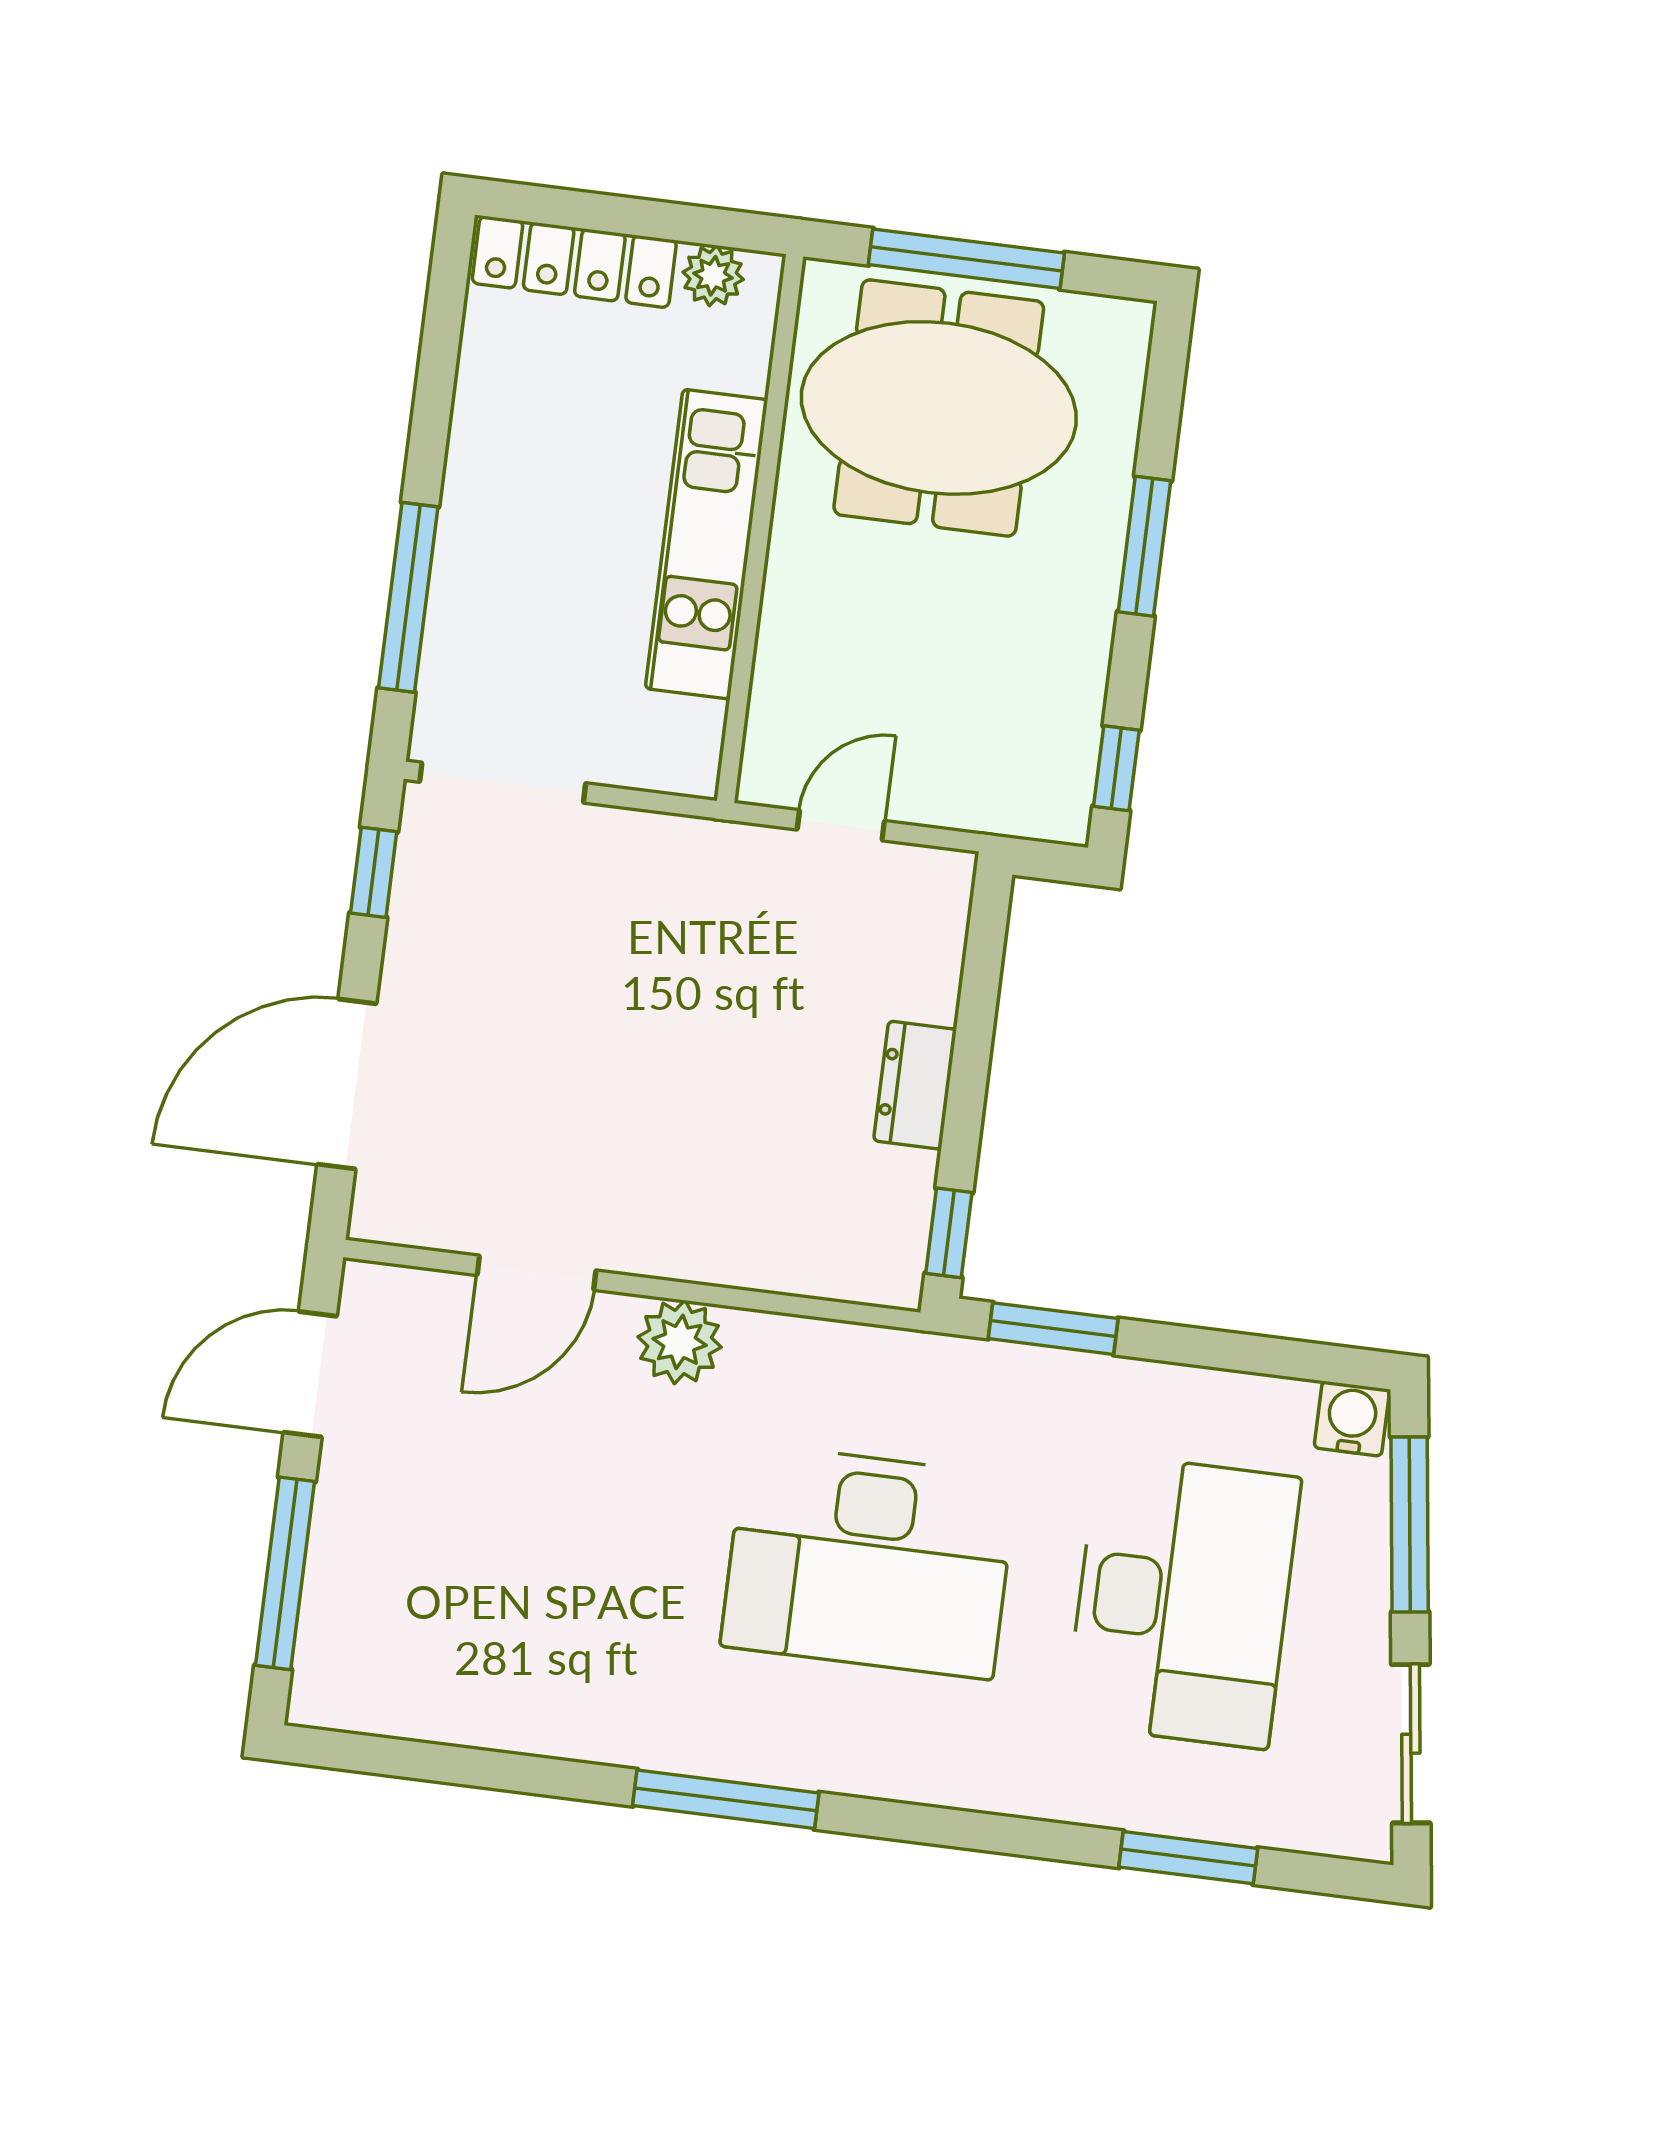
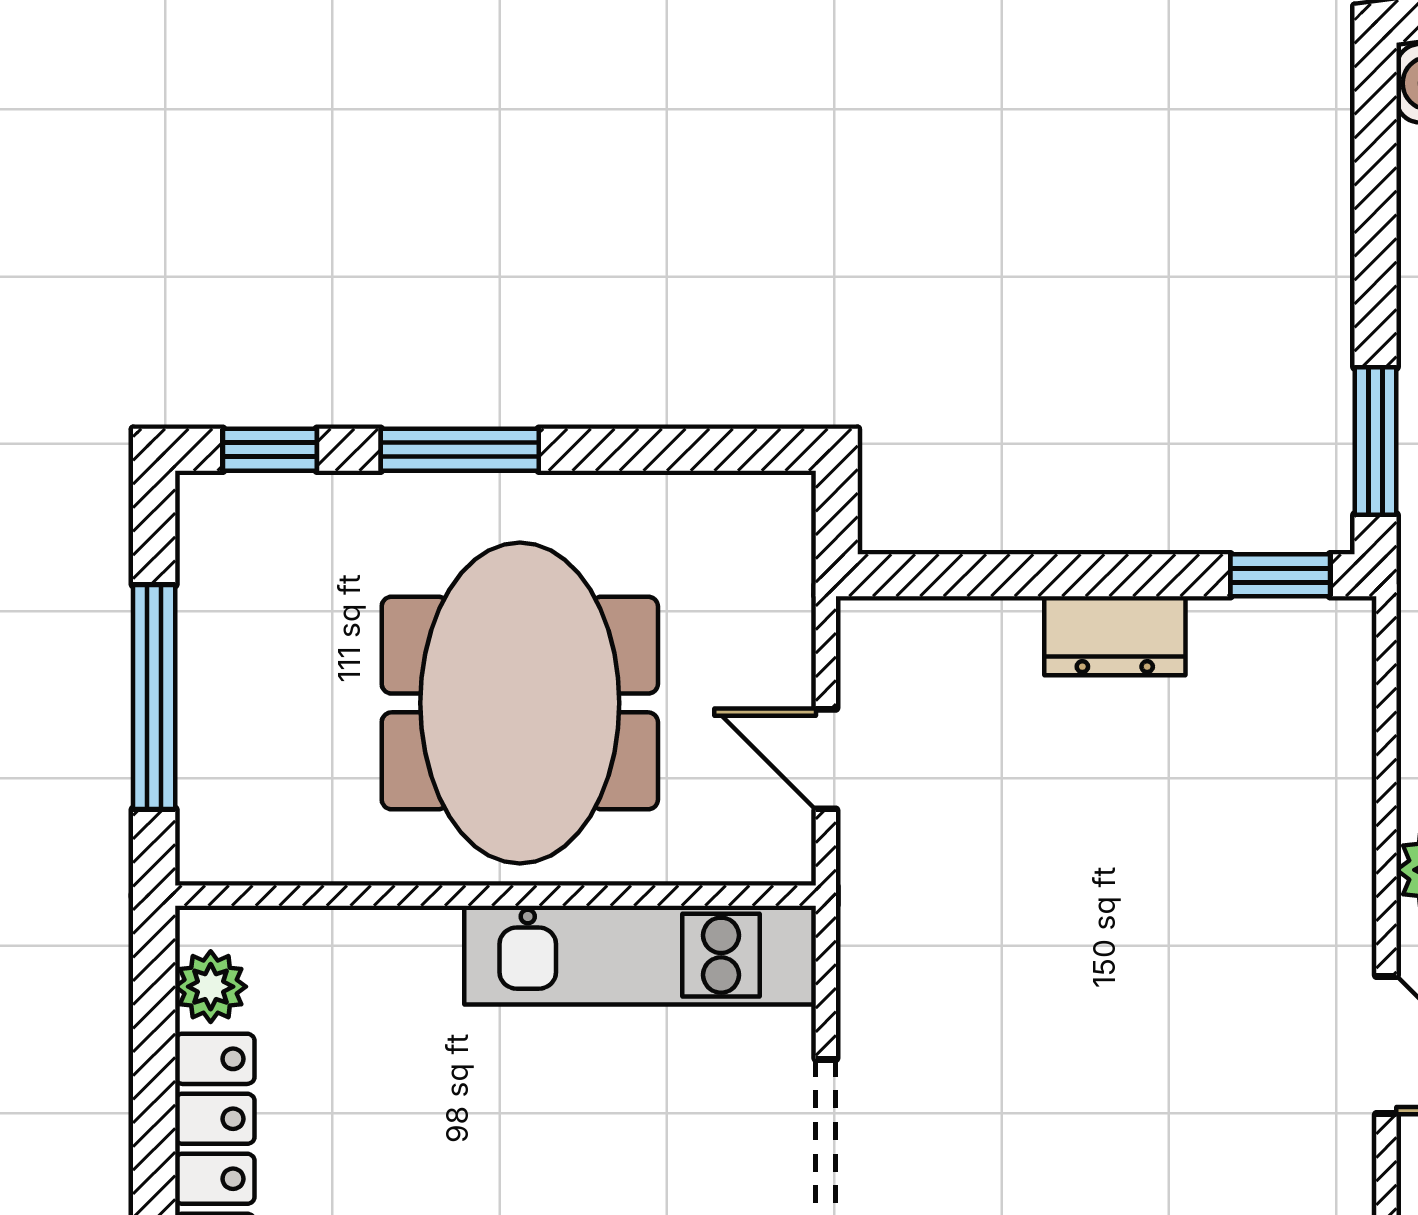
meeting table: (939, 408) -> (520, 703), moved
kitchen unit: (706, 544) -> (640, 955), moved
window: (1116, 768) -> (270, 450), moved

